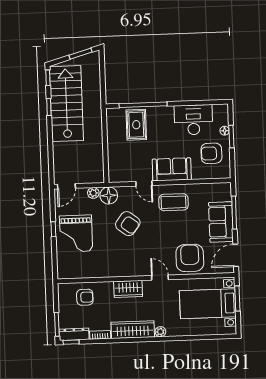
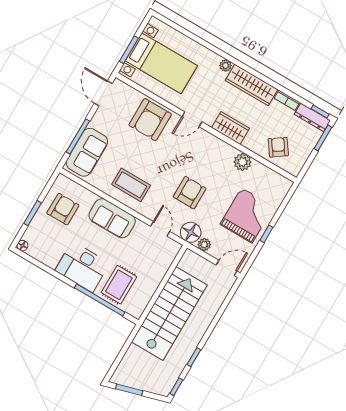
stairs: (66, 104) -> (169, 313), moved, turned 180
desk: (193, 120) -> (82, 267), moved
floor lamp: (225, 131) -> (22, 246), moved
armchair: (211, 153) -> (63, 209), turned -90
door: (144, 183) -> (160, 229), moved
sofa: (221, 222) -> (87, 152), moved
armchair: (128, 224) -> (190, 193), turned 53
door: (236, 255) -> (103, 93), swing flipped
plant: (104, 270) -> (243, 162), added
door: (160, 278) -> (192, 119), hinge flipped
armchair: (85, 297) -> (278, 147), turned 55

